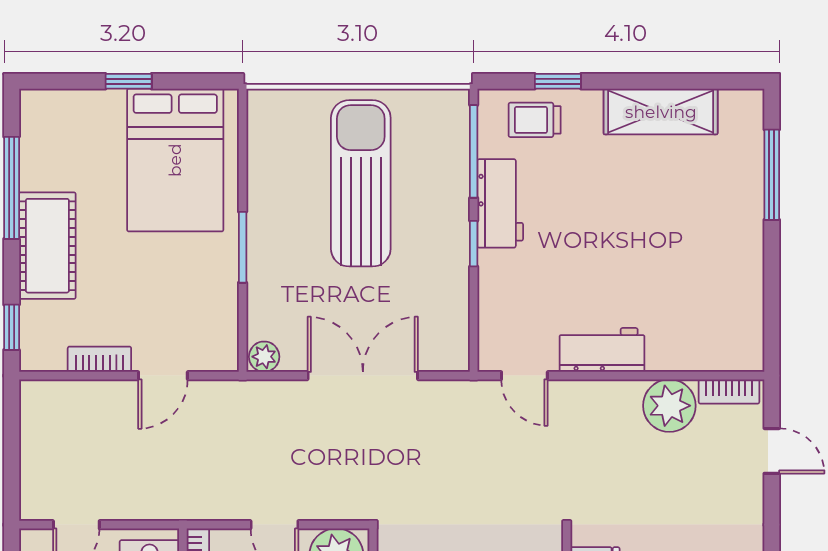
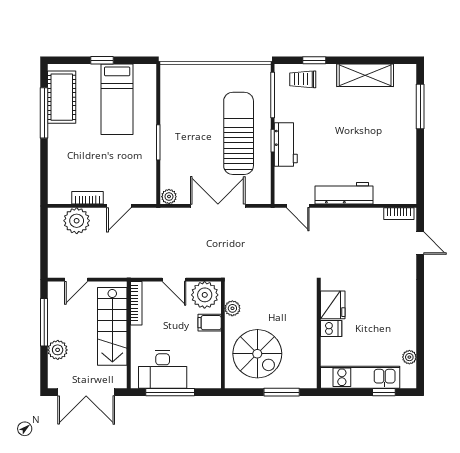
bed: (175, 160) -> (117, 99), width x0.67
sun lounger: (361, 183) -> (239, 133), moved
workbench: (500, 203) -> (286, 144), moved
cot: (47, 246) -> (62, 97), moved
window: (12, 327) -> (44, 182), removed
workbench: (602, 350) -> (344, 193), width x1.38
plant: (669, 406) -> (77, 221), moved

